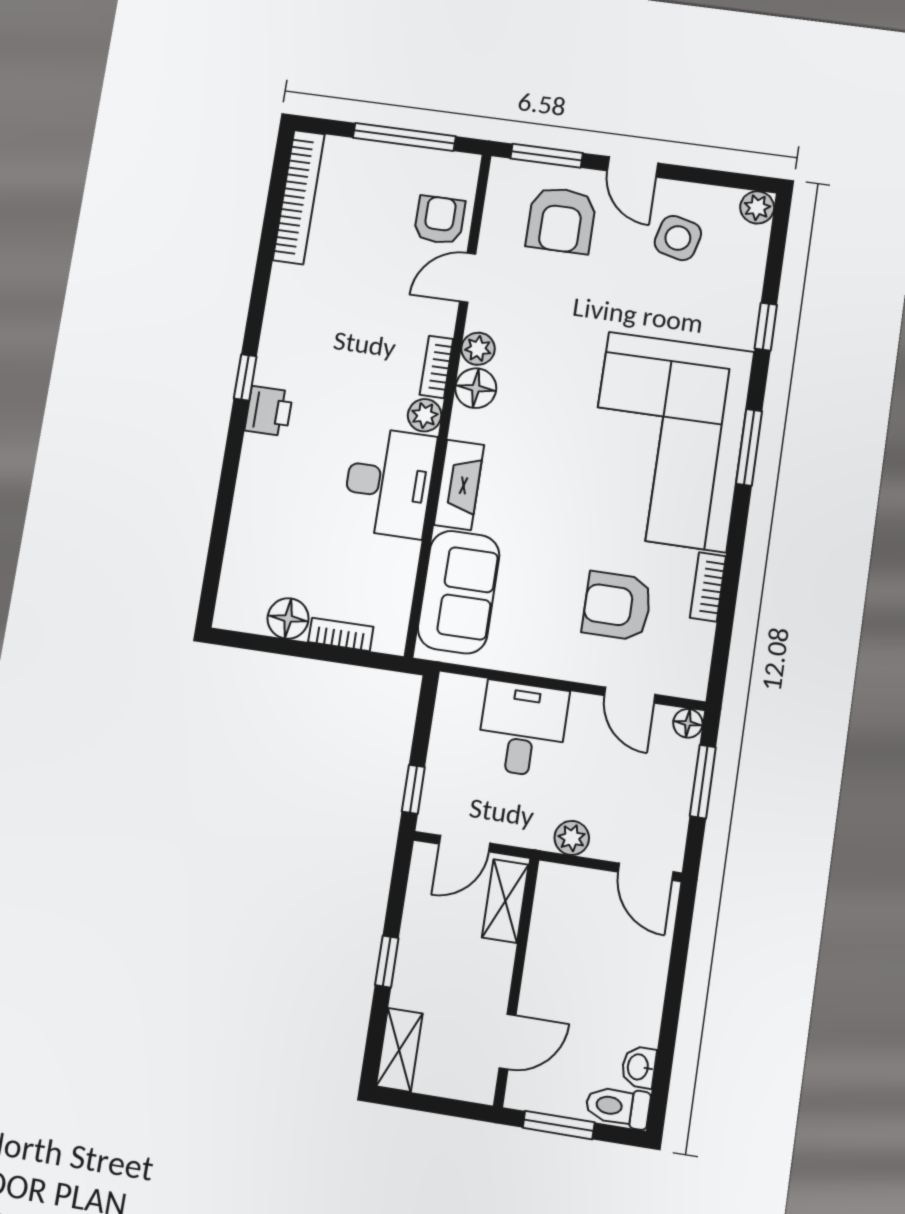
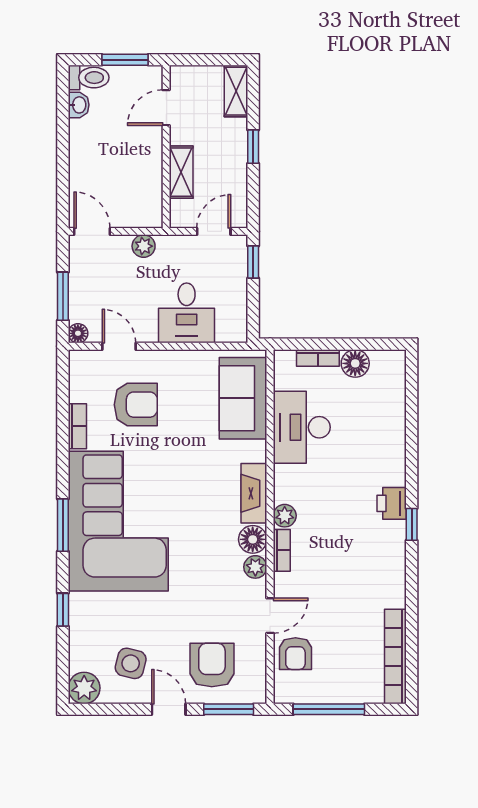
plant: (757, 207) -> (84, 688), width x1.38, depth x1.38
desk: (389, 482) -> (302, 427), moved
fireplace: (459, 485) -> (254, 493), moved
shelving: (505, 901) -> (181, 172), moved

